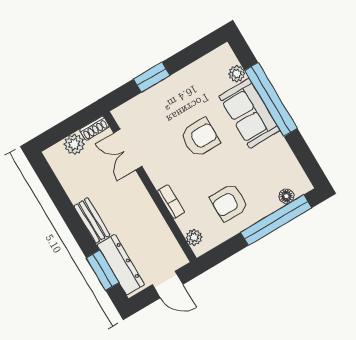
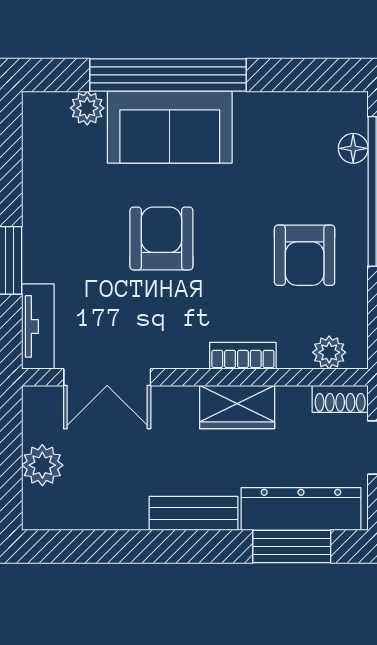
tv unit: (132, 108) -> (38, 326), added
shoe rack: (94, 128) -> (340, 399), moved, turned 90
wardrobe: (148, 212) -> (237, 407), added

